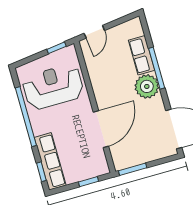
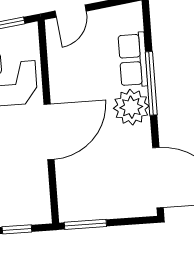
door: (101, 129) -> (49, 132), moved

